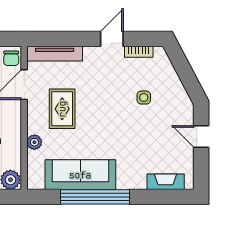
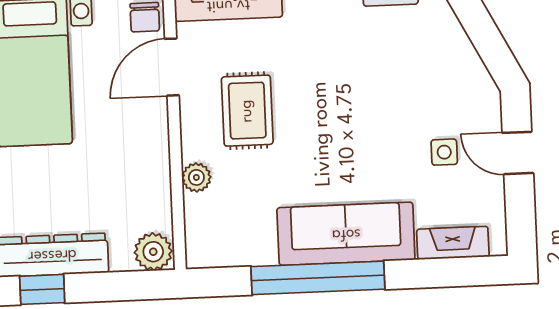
side table: (144, 97) -> (444, 152), moved
sofa: (80, 175) -> (346, 234), moved

